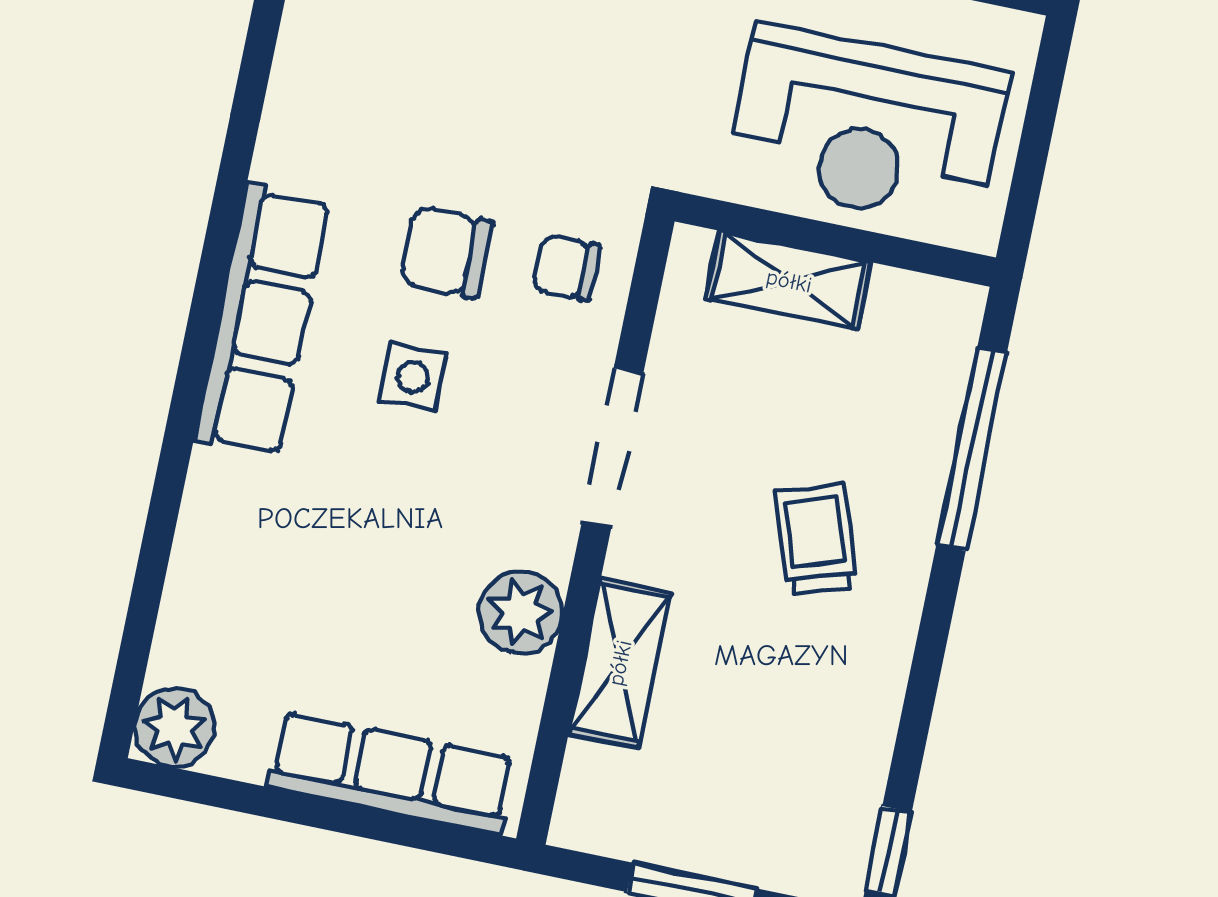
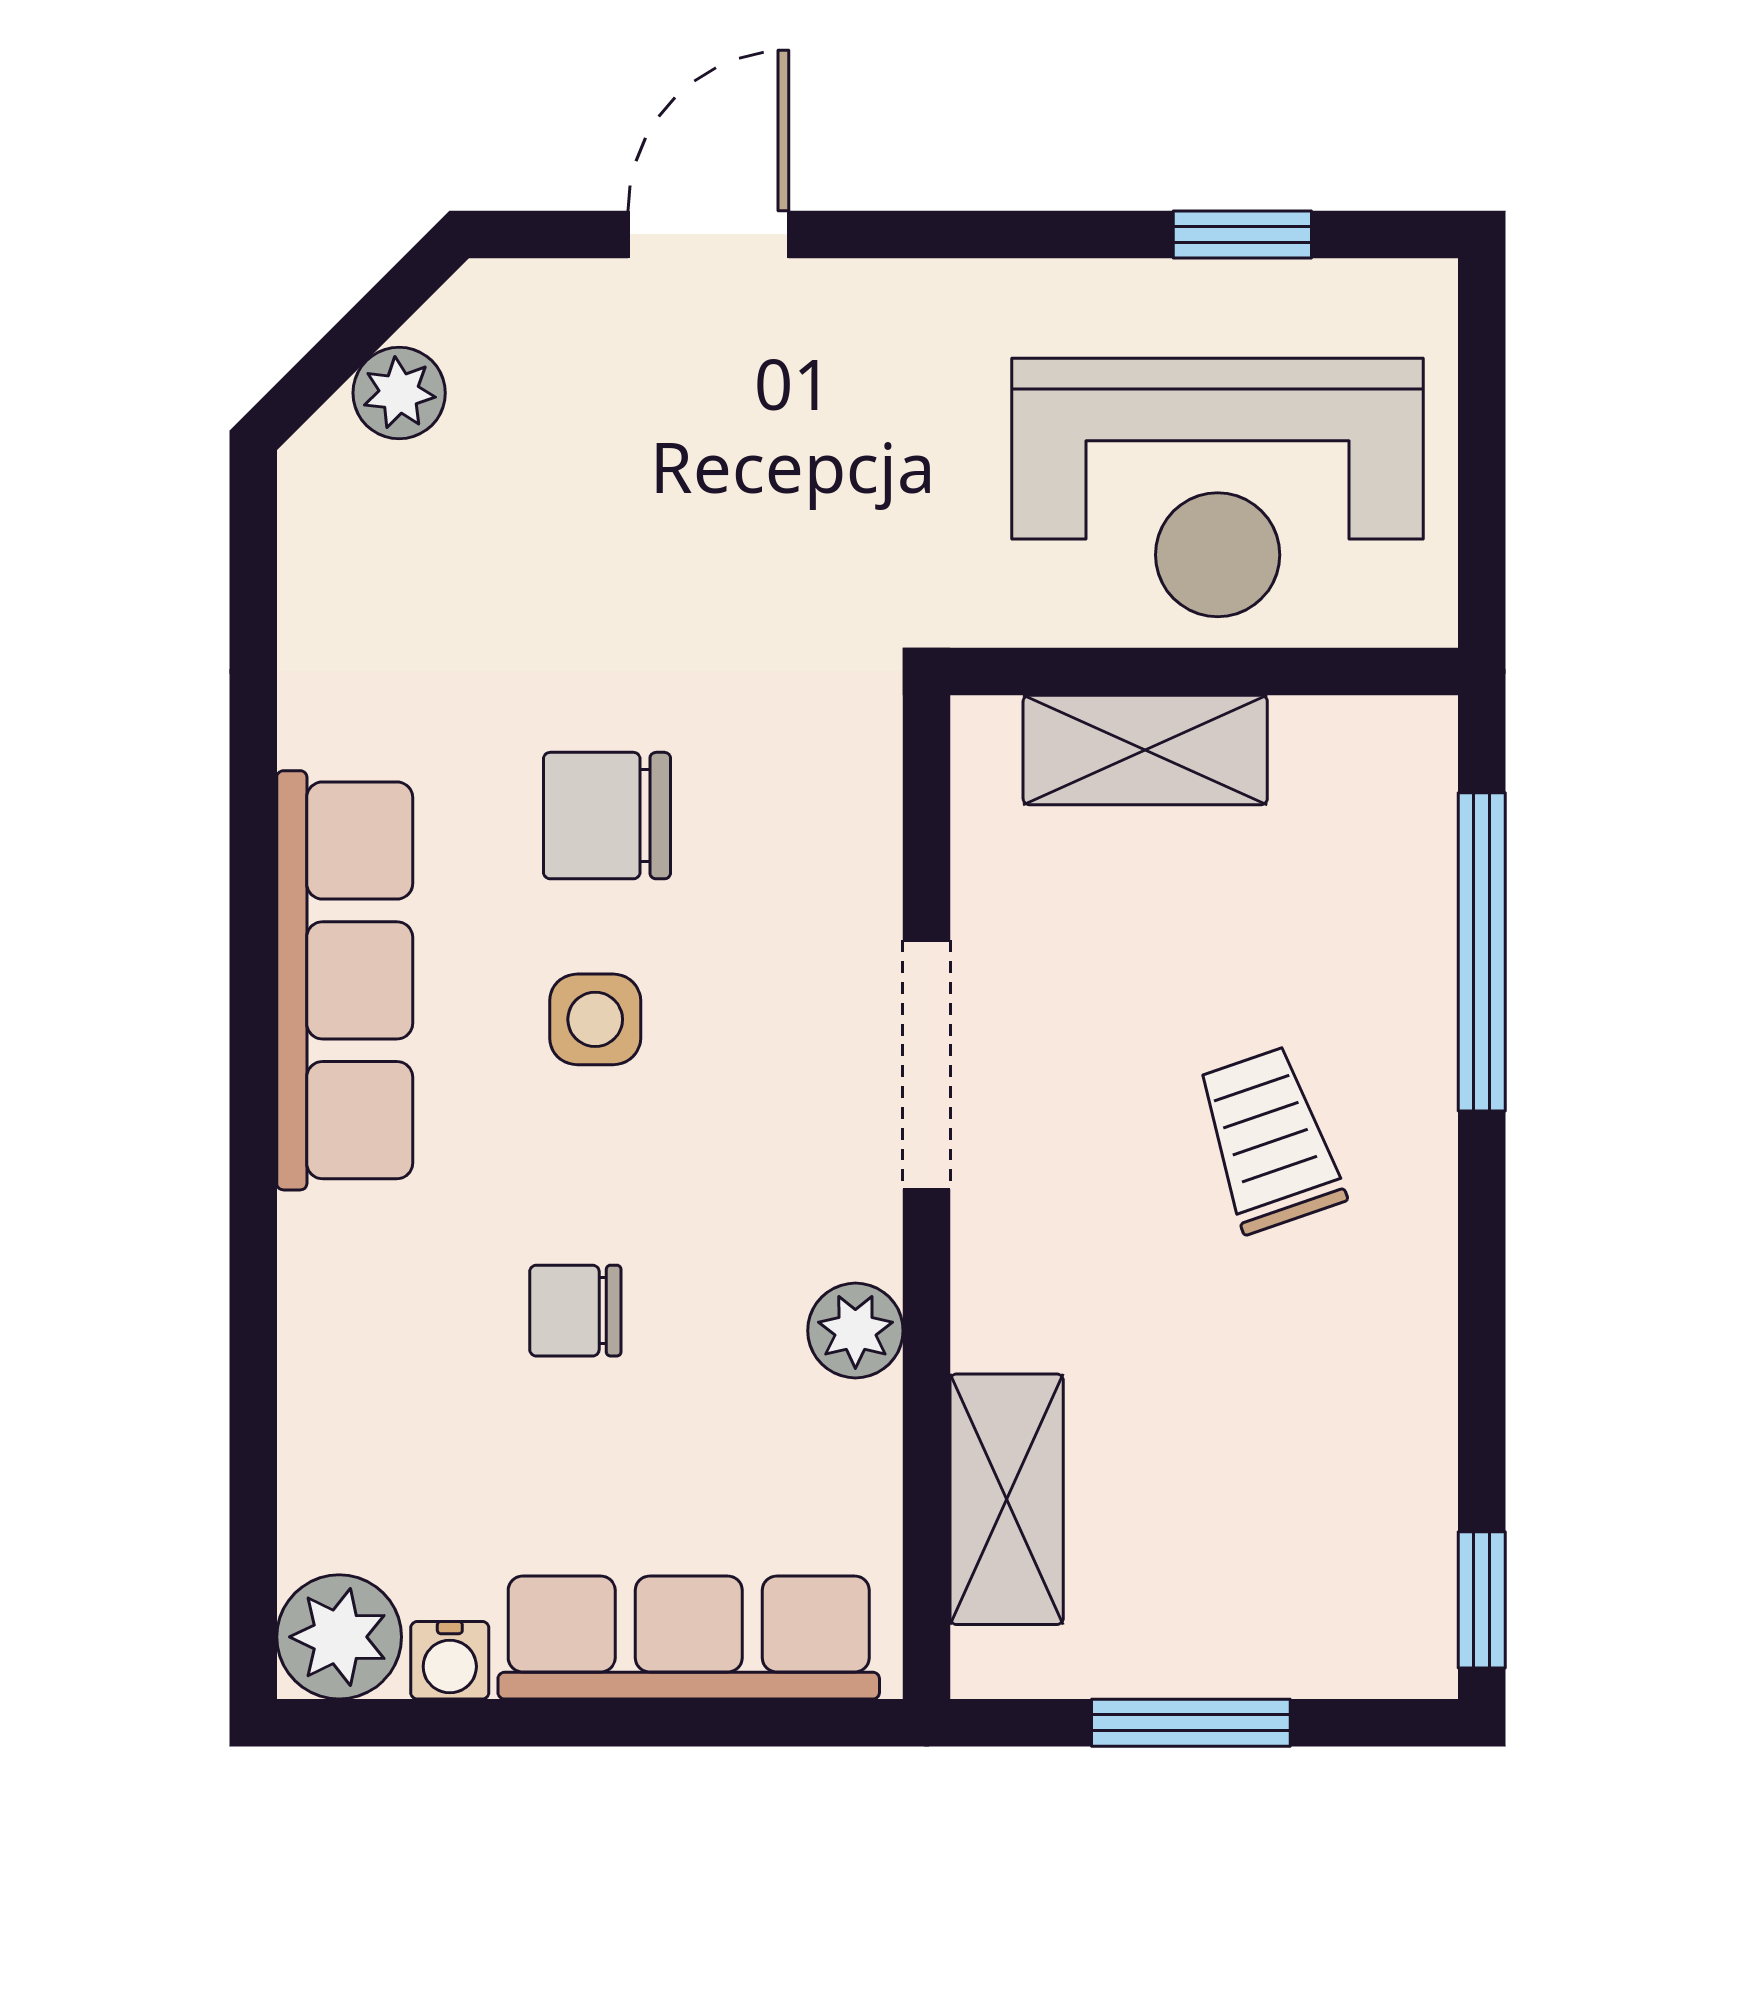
chair: (567, 268) -> (575, 1311), moved
plant: (521, 612) -> (855, 1331), width x0.73, depth x0.73
shelving: (620, 663) -> (1007, 1499), moved
water cooler: (240, 756) -> (450, 1660), added

